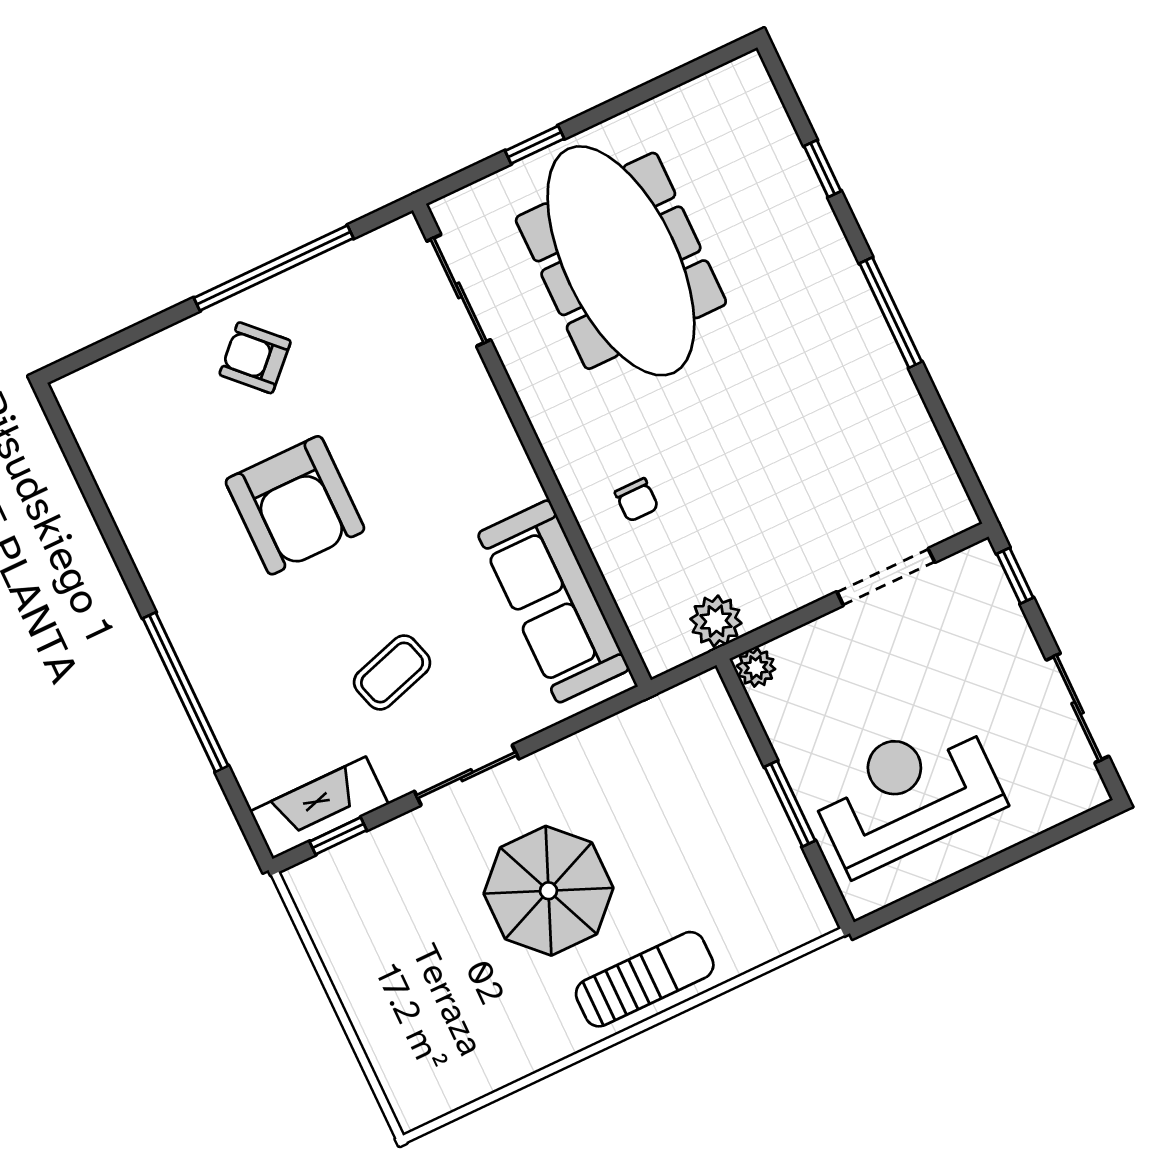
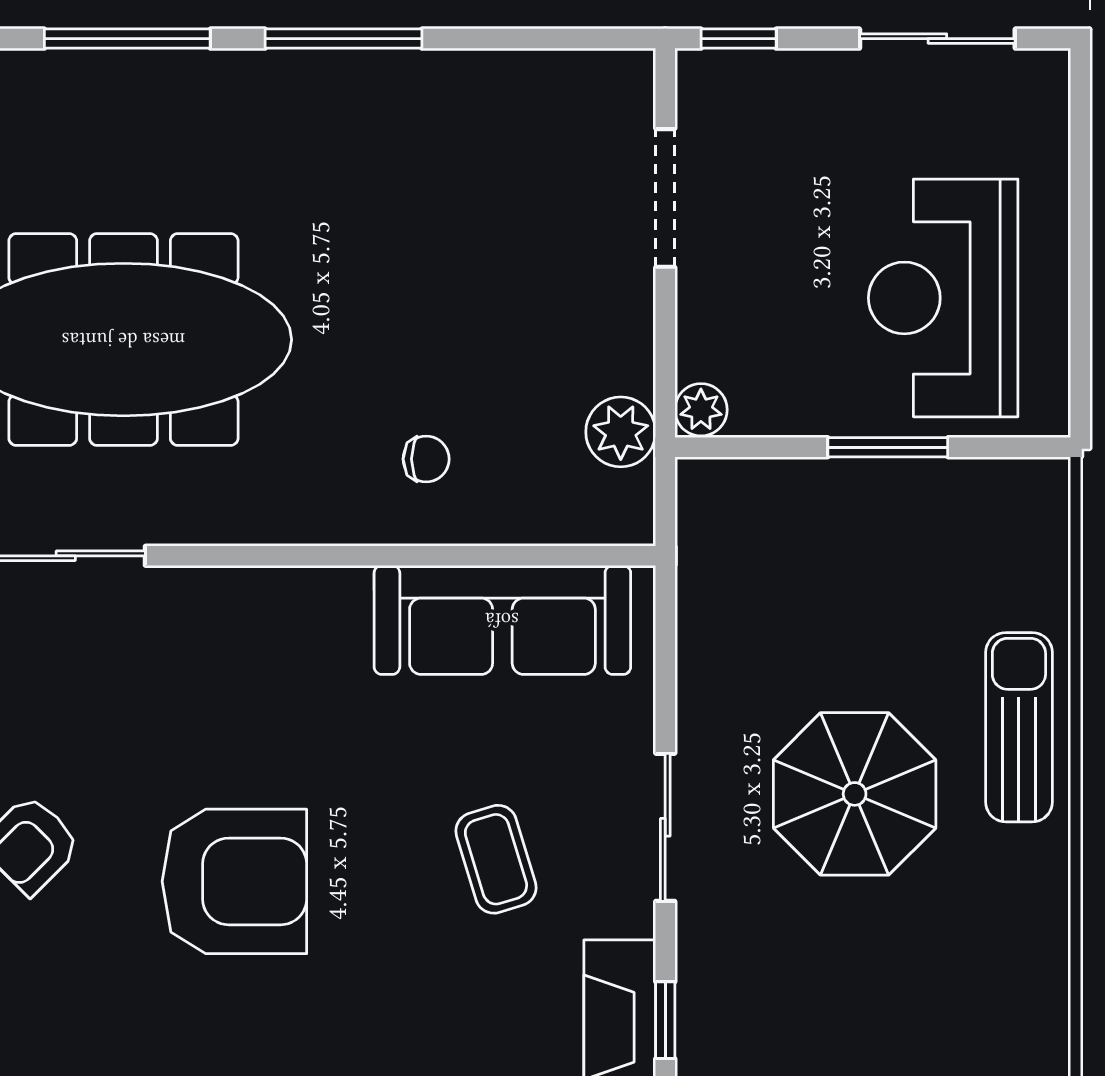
window: (823, 169) -> (127, 39), width x2.17

